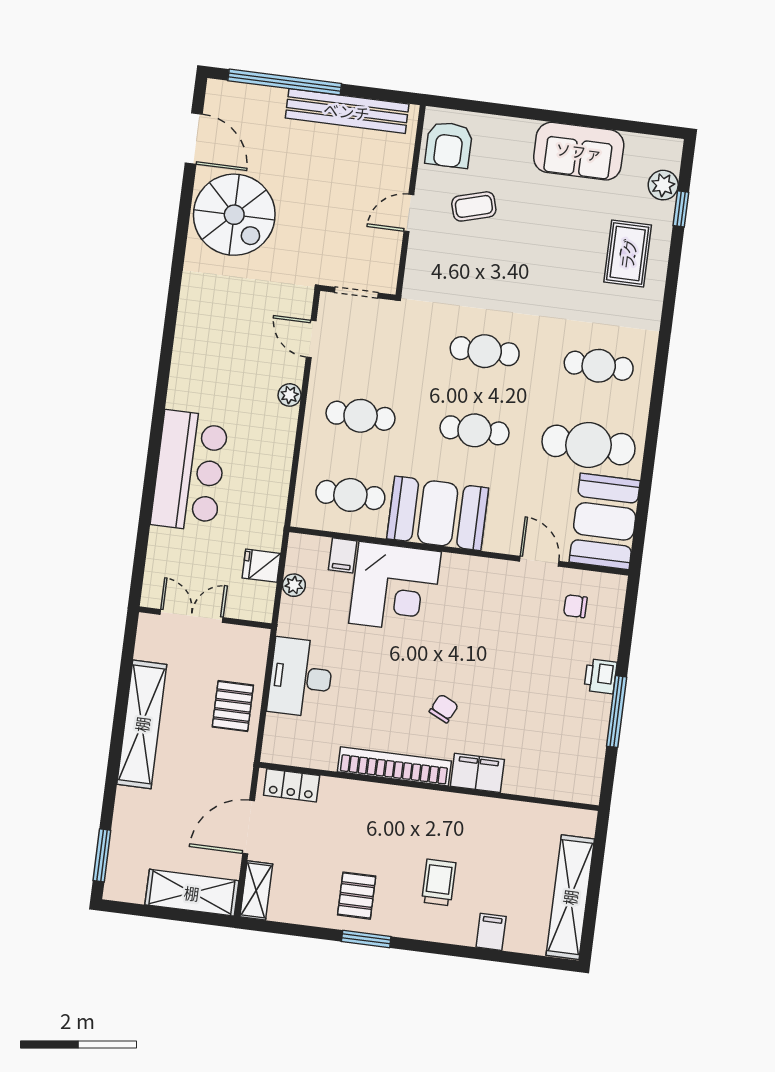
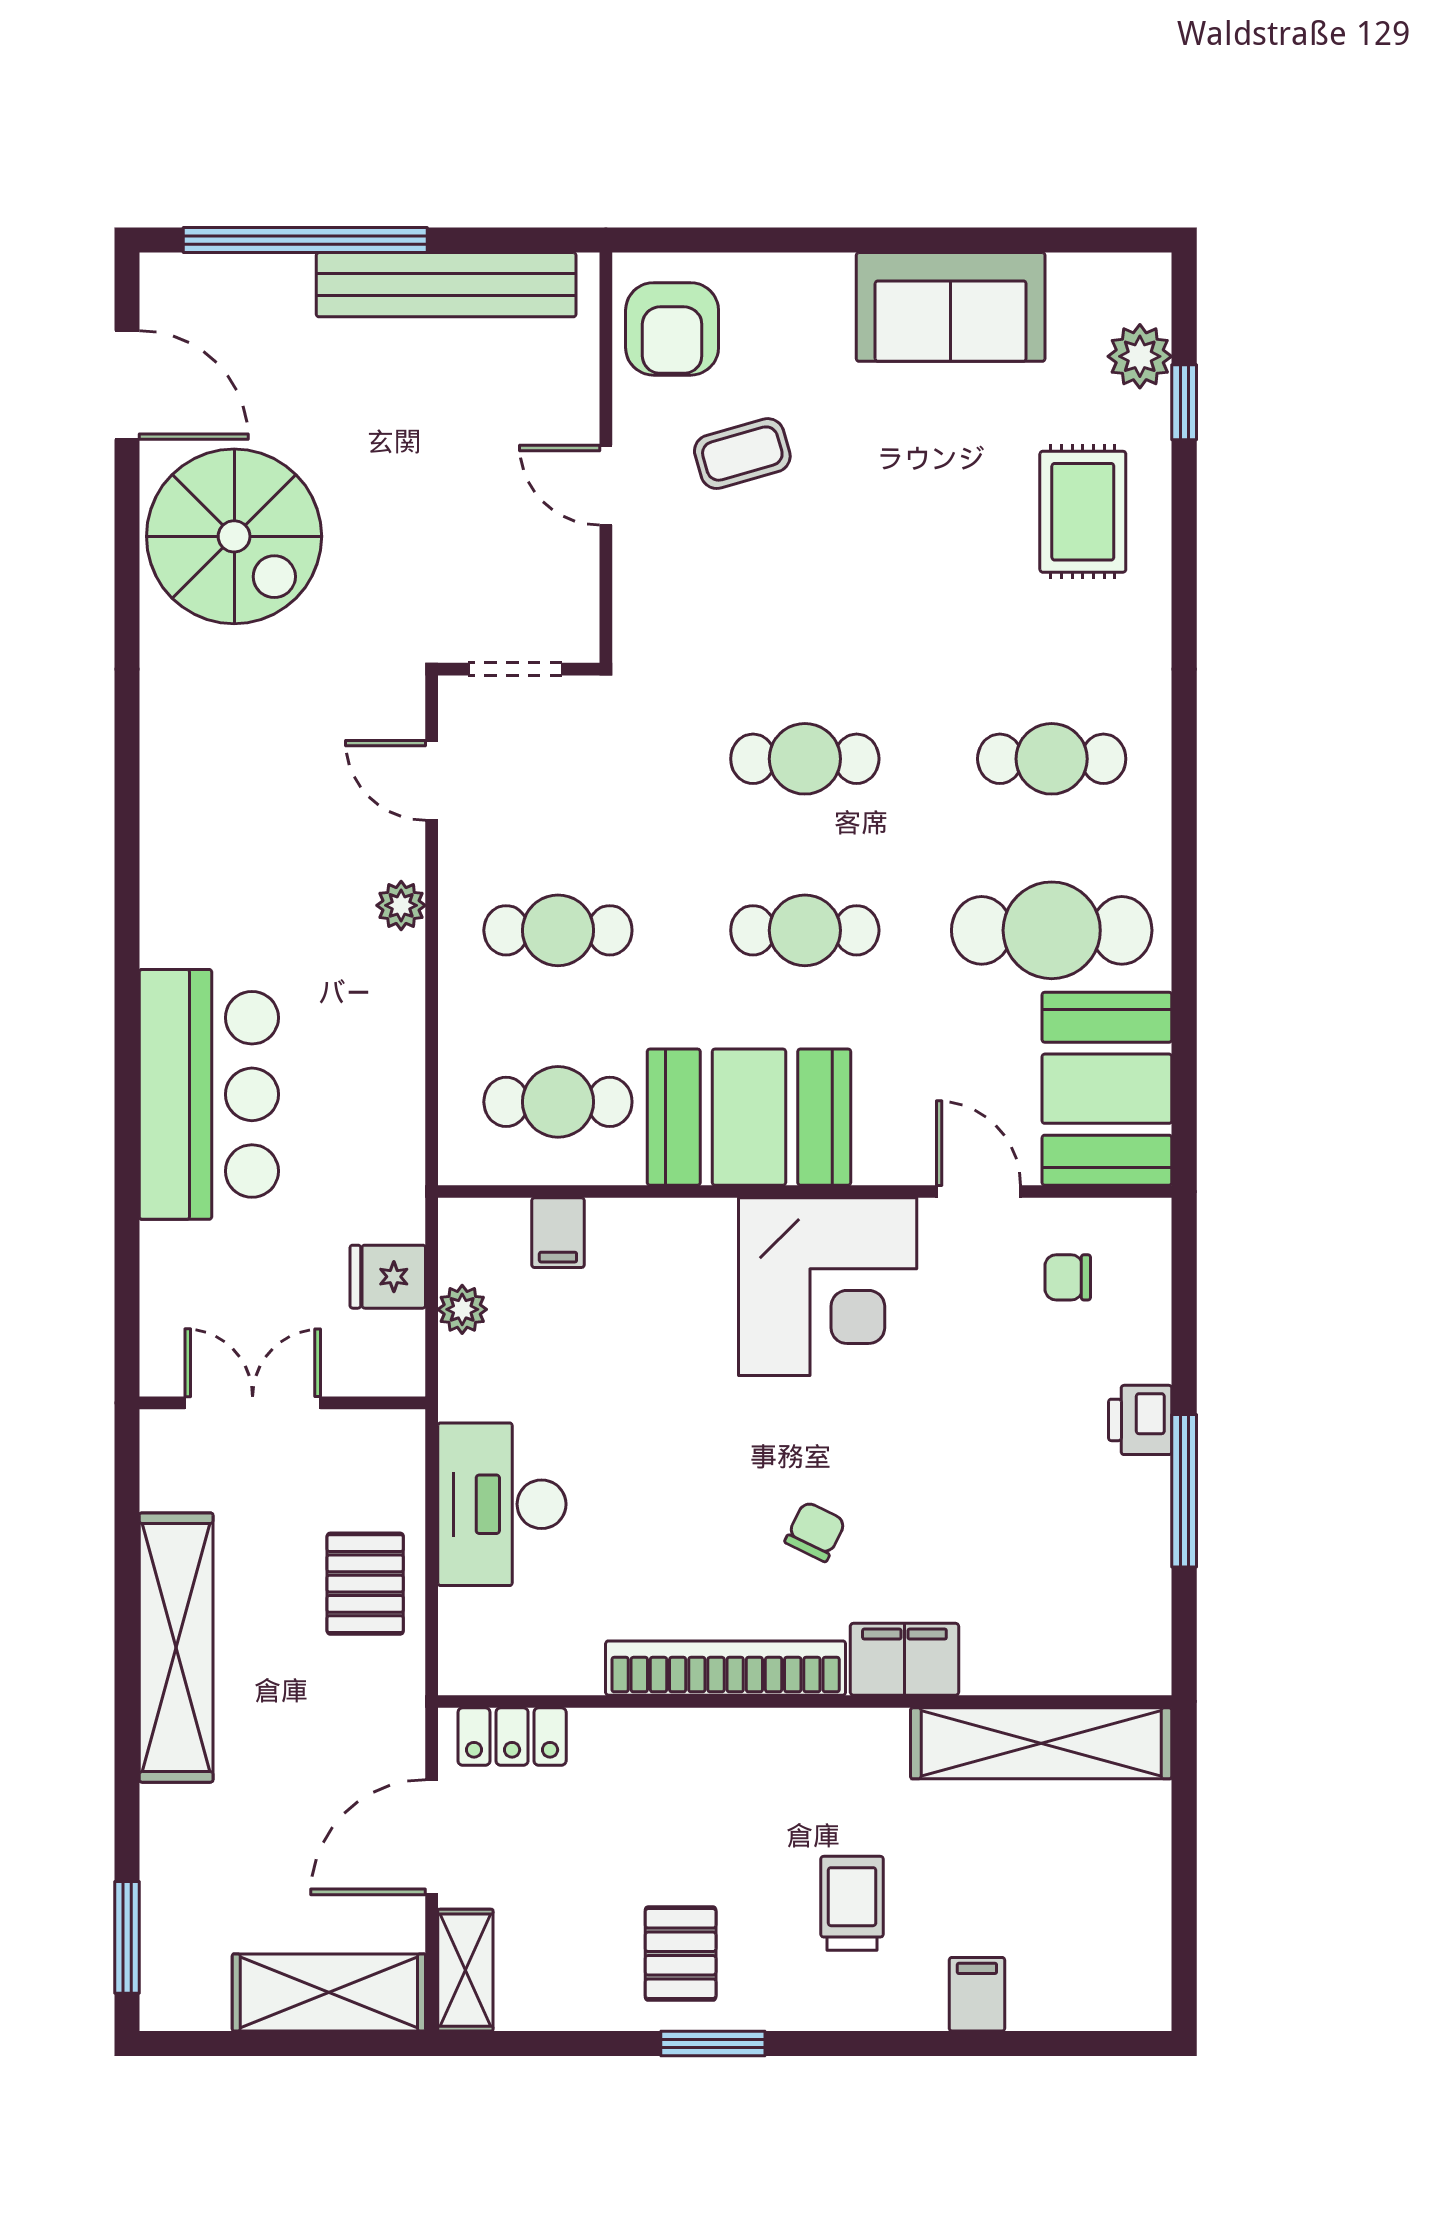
door: (409, 213) -> (606, 485), hinge flipped
corner desk: (395, 587) -> (828, 1287), moved
shelving: (570, 897) -> (1041, 1743), moved, turned 90

